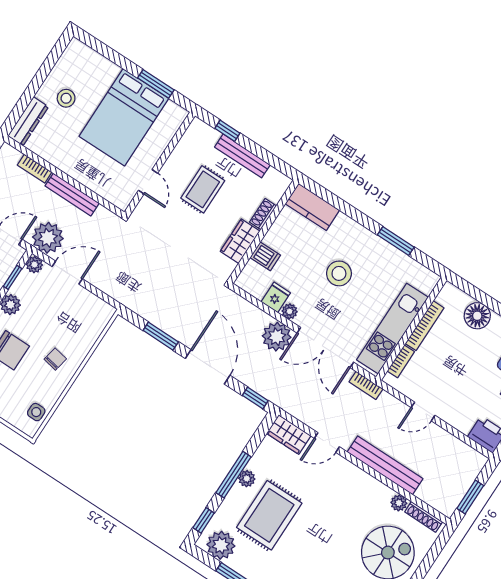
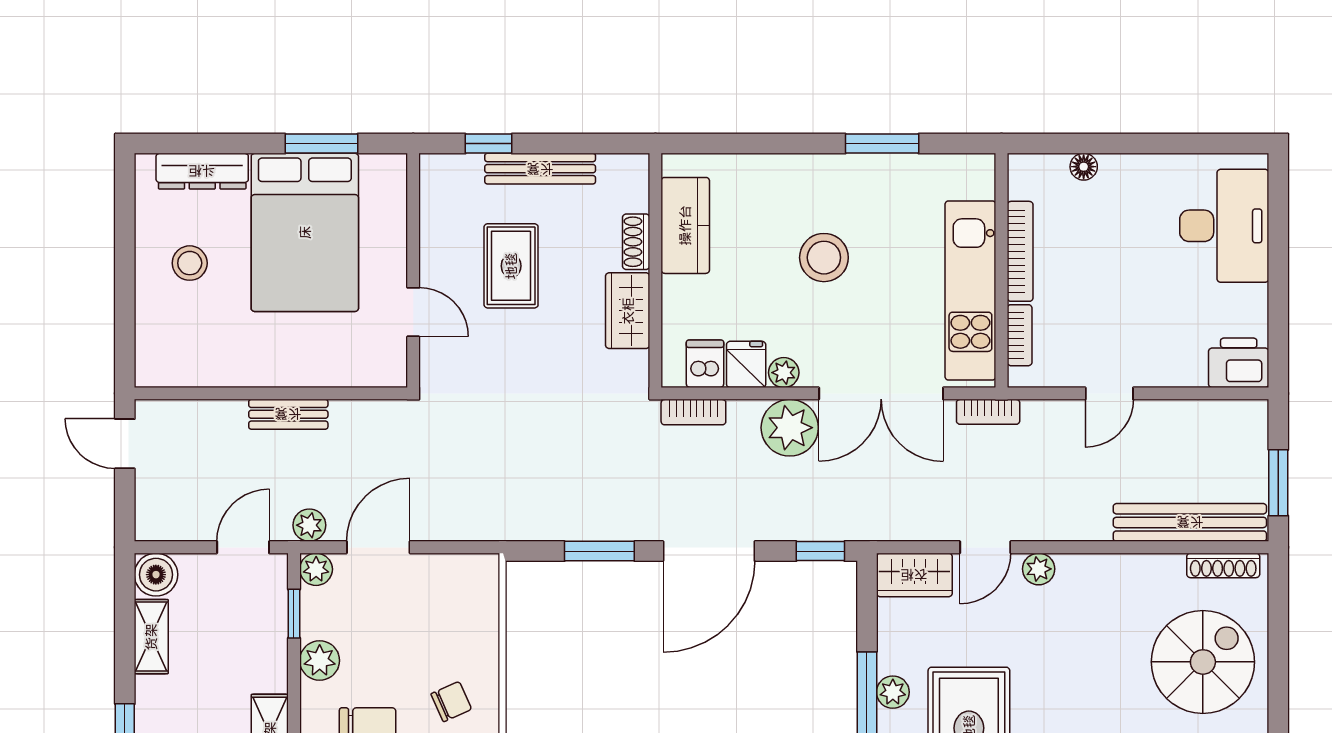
dresser: (28, 121) -> (202, 171), moved, turned 90
bookcase: (35, 169) -> (693, 412), moved
bench: (72, 195) -> (288, 414), width x0.73
kitchen counter: (312, 207) -> (685, 225), moved, turned -90
plant: (48, 238) -> (309, 525), width x0.53, depth x0.53
dishwasher: (265, 256) -> (705, 364), moved, turned -90
floor lamp: (477, 316) -> (1084, 167), width x0.53, depth x0.53
chair: (55, 359) -> (451, 702), turned 55
door: (208, 367) -> (709, 551), swing flipped
bench: (385, 465) -> (1190, 522), moved
plant: (399, 503) -> (1039, 569), moved

